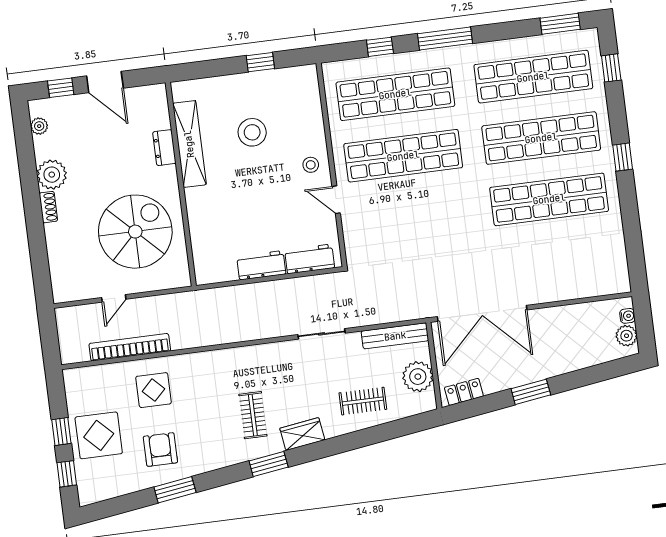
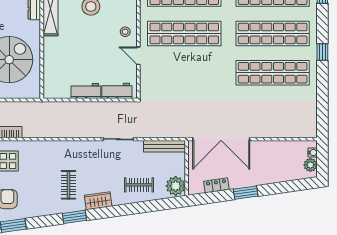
plant: (418, 377) -> (176, 186), moved
locker: (464, 392) -> (216, 185), moved

